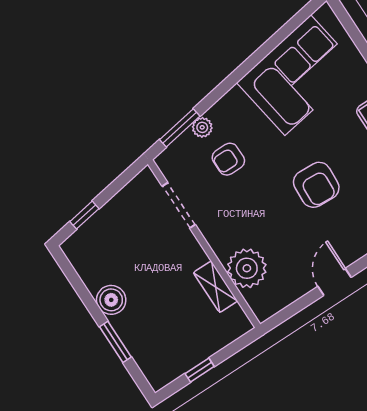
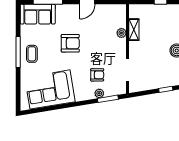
armchair: (316, 185) -> (70, 43), turned 87
plant: (247, 268) -> (121, 33), width x0.53, depth x0.53

